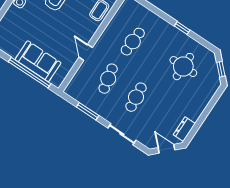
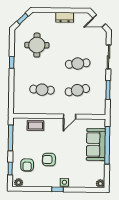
dresser: (184, 129) -> (65, 17), moved
door: (166, 149) -> (99, 21), hinge flipped

